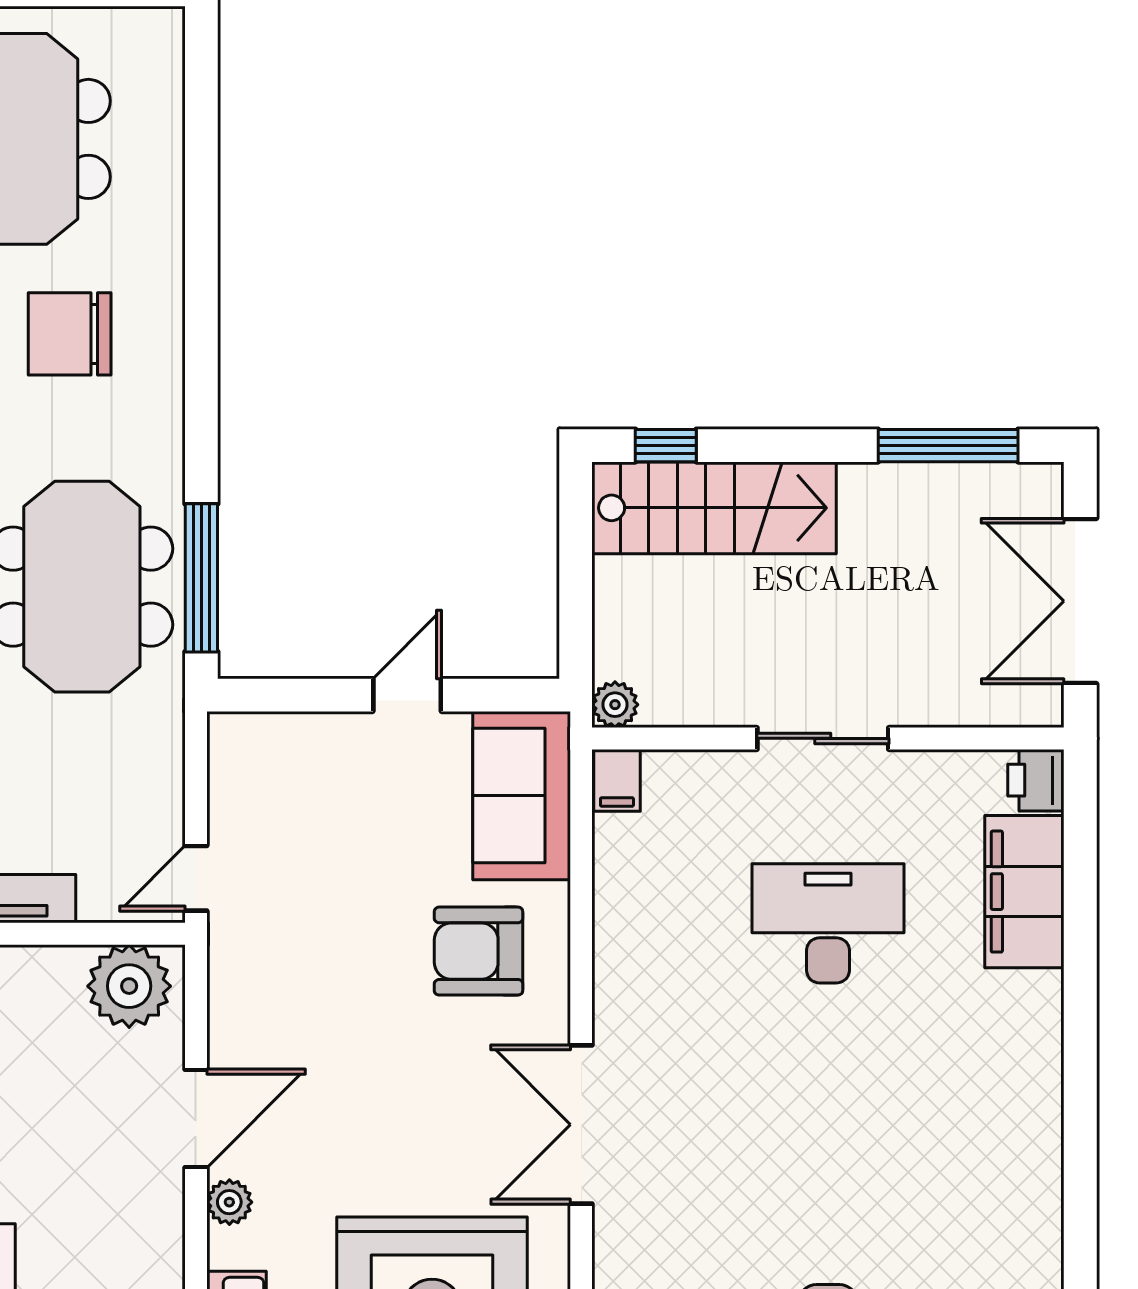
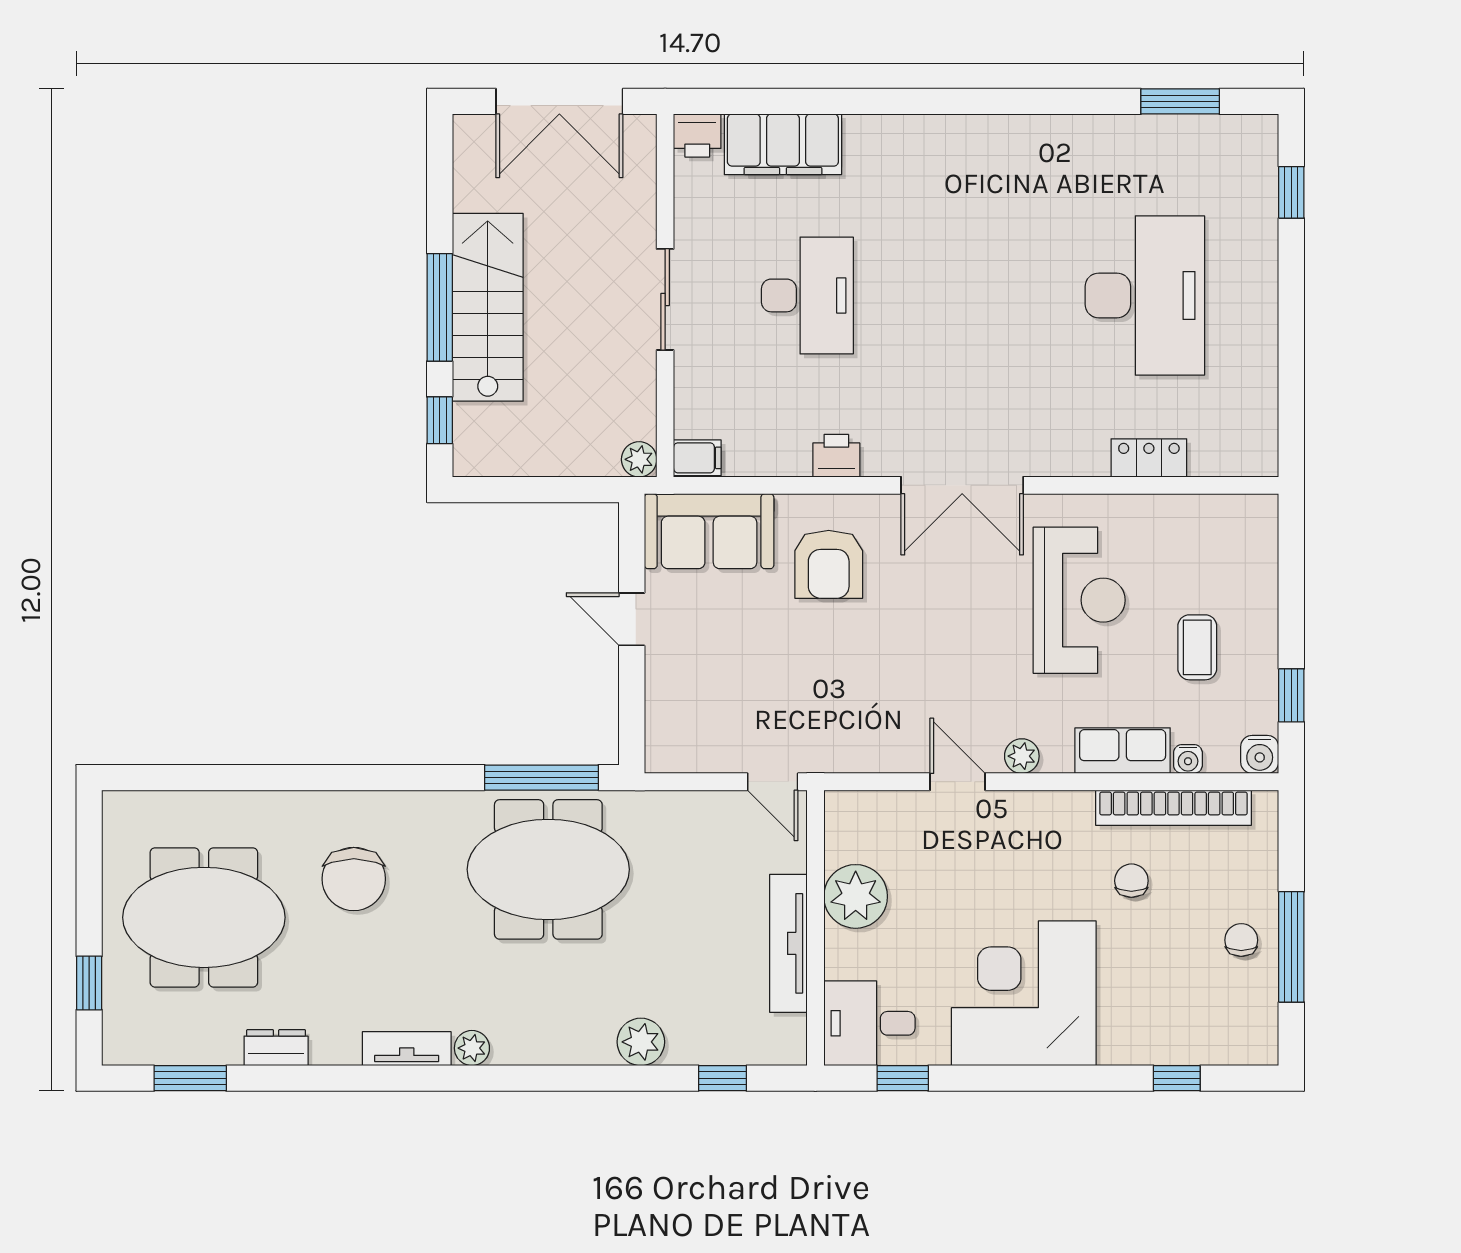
window: (948, 446) -> (440, 307), moved
stairs: (714, 508) -> (488, 307), moved
desk: (828, 923) -> (807, 295), turned 180
printer: (620, 961) -> (836, 456), added
plant: (129, 986) -> (856, 896), moved
door: (196, 1119) -> (958, 782), width x0.73

